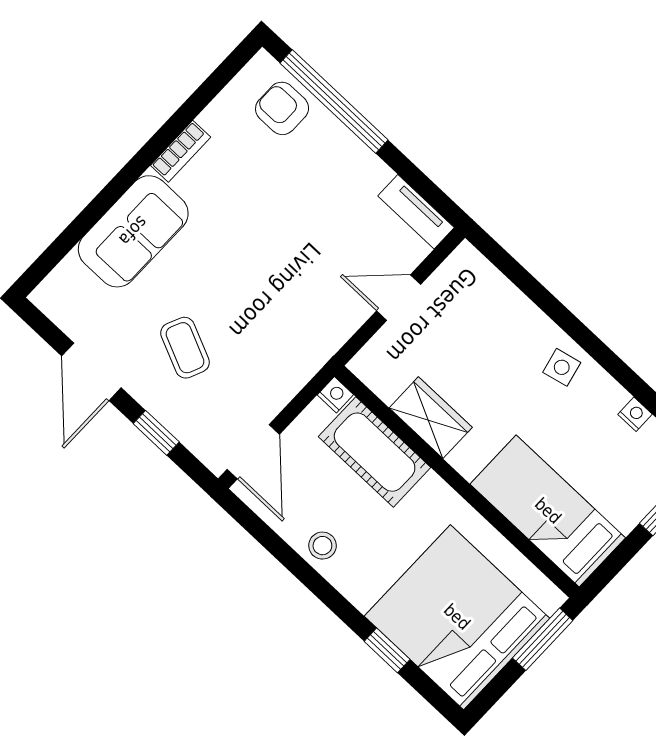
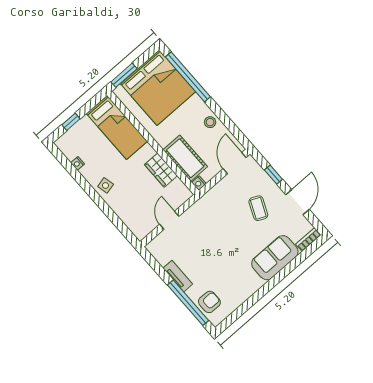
armchair: (282, 108) -> (209, 302), turned -90
bookcase: (181, 151) -> (308, 240), moved
tv unit: (416, 212) -> (178, 276), moved
door: (399, 298) -> (169, 220), swing flipped
window: (387, 650) -> (188, 77), width x3.17

